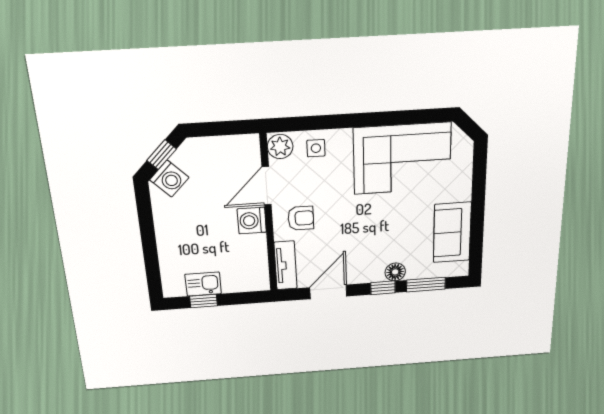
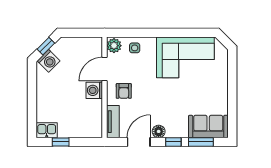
armchair: (301, 218) -> (124, 91), turned 90
sofa: (452, 233) -> (208, 126), moved, turned 90
floor lamp: (395, 272) -> (159, 131), moved
kitchen sink: (203, 284) -> (47, 130), moved

